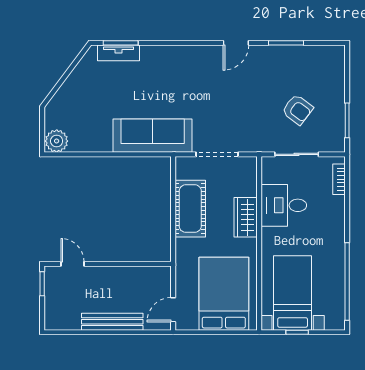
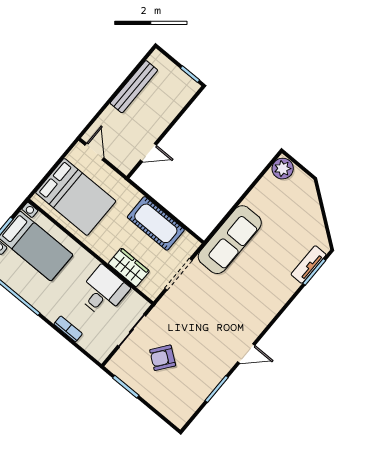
door: (236, 43) -> (246, 353), swing flipped
bookcase: (339, 179) -> (68, 329), moved
wardrobe: (246, 217) -> (129, 267), moved
door: (72, 264) -> (148, 153), moved
bench: (112, 322) -> (134, 87), moved

